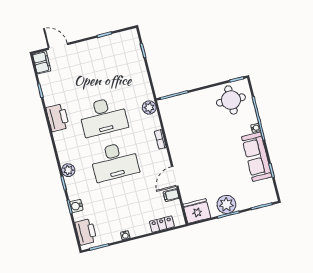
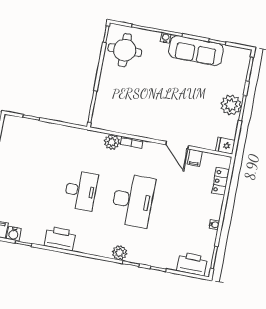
plant: (149, 107) -> (112, 142), moved
desk: (103, 117) -> (81, 191), width x0.73, depth x0.77
water cooler: (76, 206) -> (14, 234), moved
fridge: (197, 211) -> (225, 146), width x0.53, depth x0.75

